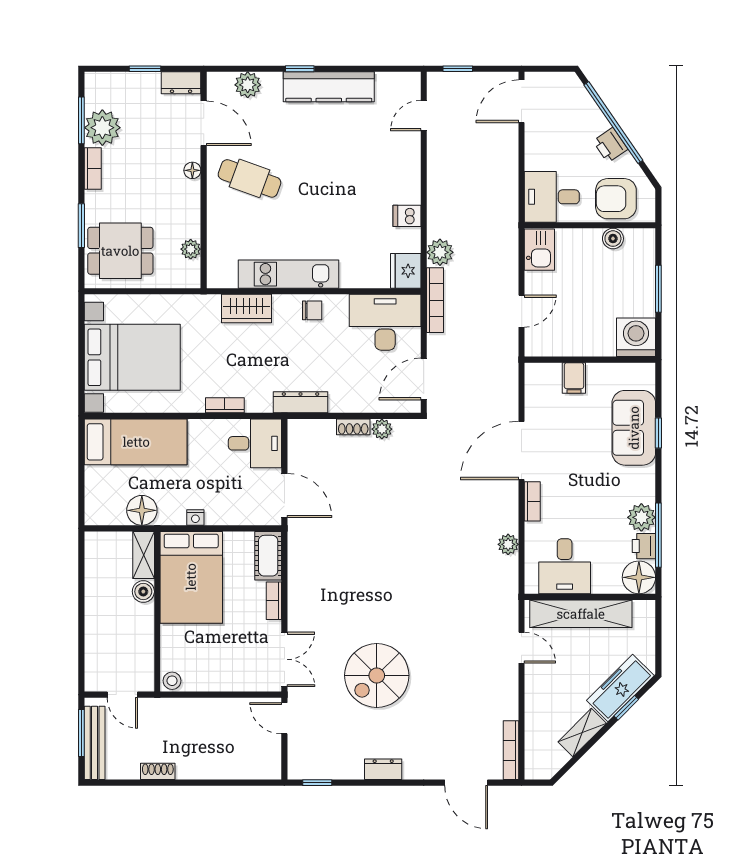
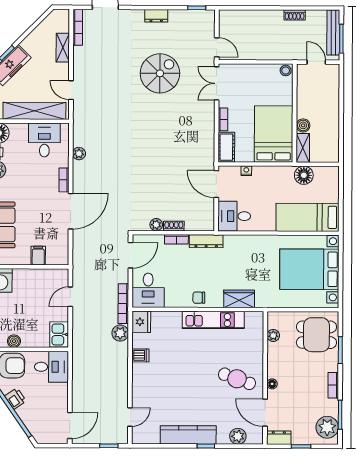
plant: (102, 128) -> (327, 427), moved
desk: (385, 322) -> (148, 290), width x0.73
bookcase: (225, 405) -> (176, 239), moved
nightstand: (195, 517) -> (246, 171), moved
shelving: (582, 733) -> (63, 48), moved, turned -45

